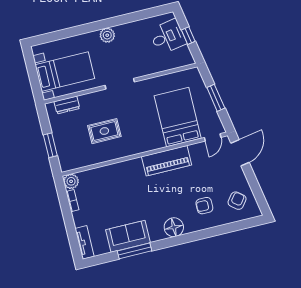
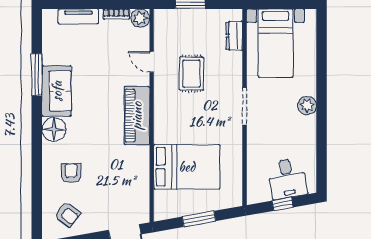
door: (213, 137) -> (152, 62), moved
piano: (167, 161) -> (137, 116), moved
sofa: (128, 236) -> (57, 91), moved
tv unit: (85, 242) -> (78, 16), moved

